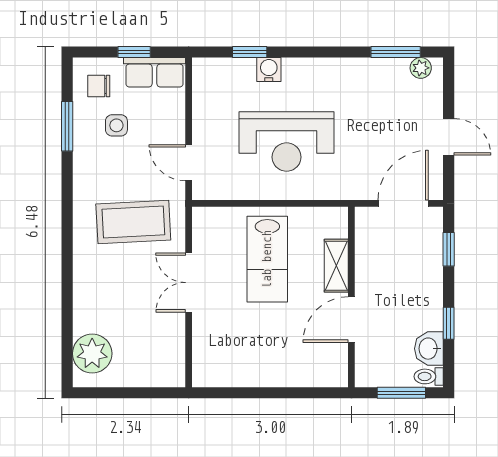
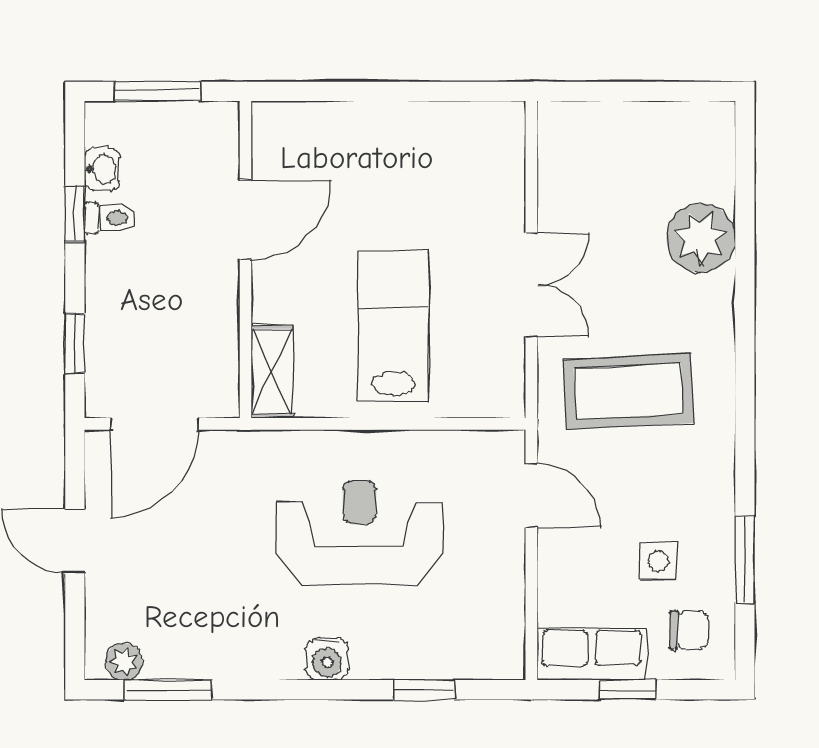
water cooler: (269, 69) -> (327, 659), moved
shelving: (336, 266) -> (272, 372), moved
washbasin: (429, 349) -> (102, 169), width x0.72, depth x0.69
plant: (92, 354) -> (701, 238), moved
toilet: (429, 376) -> (110, 218), moved

